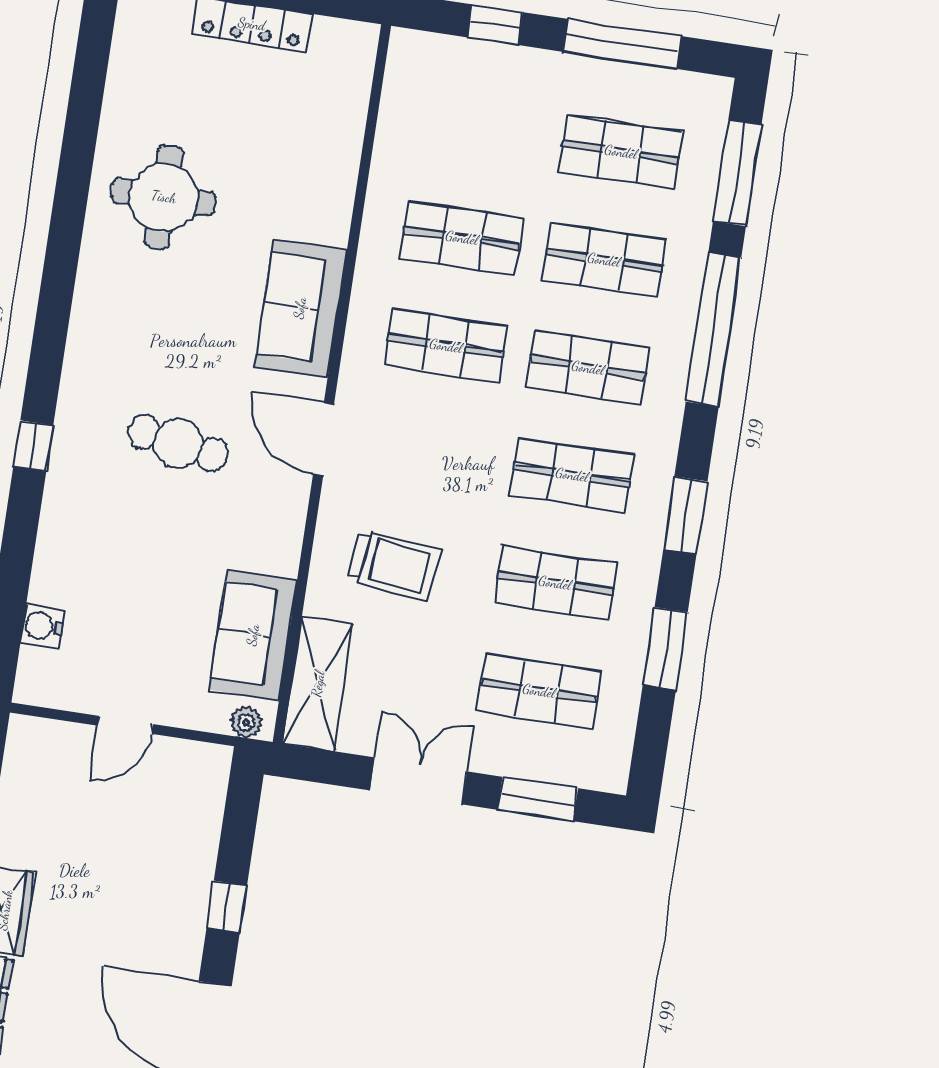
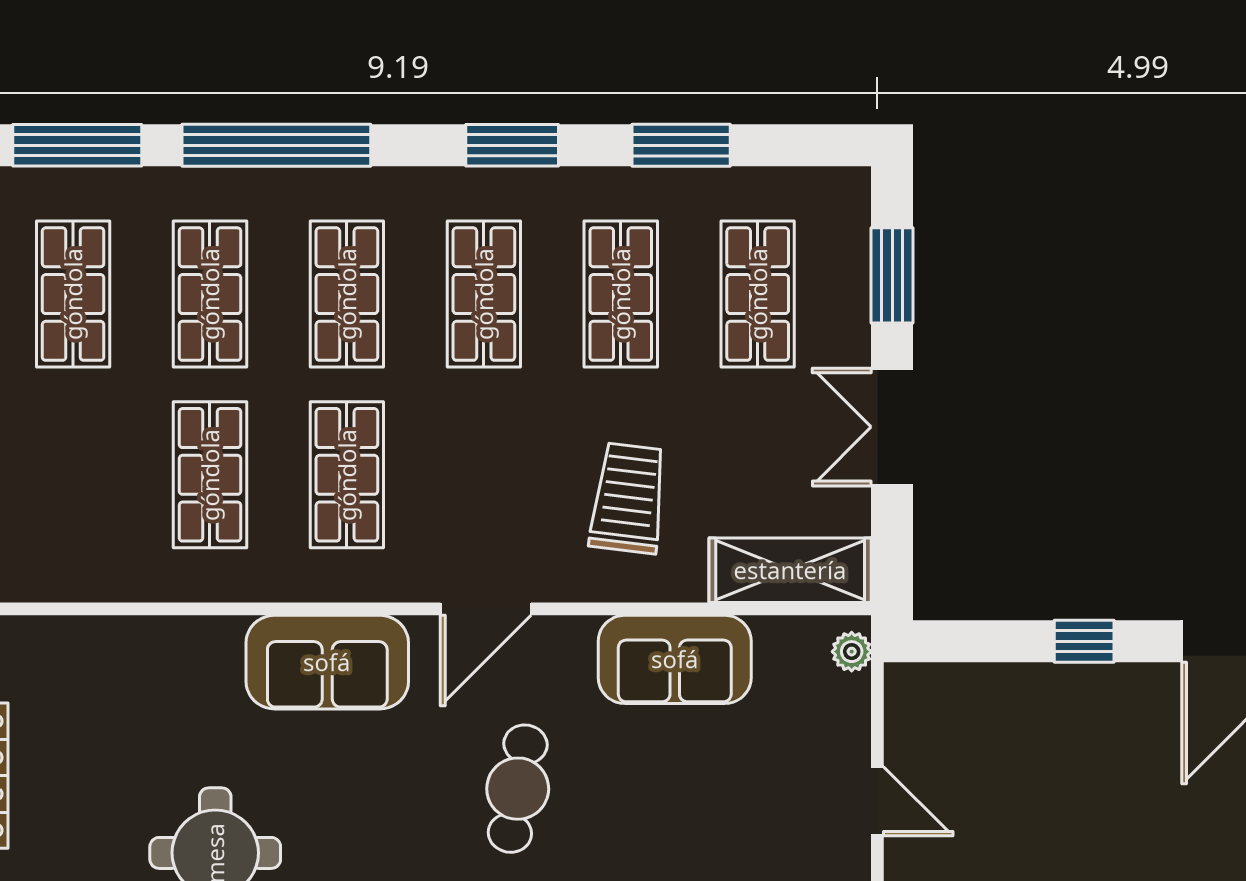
sofa: (253, 635) -> (675, 659), moved

